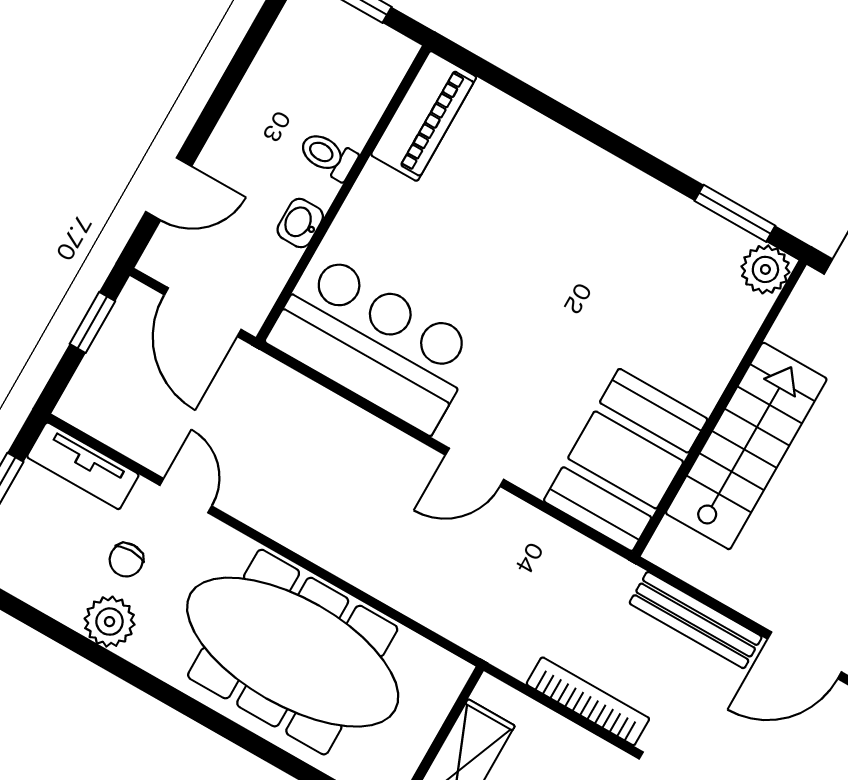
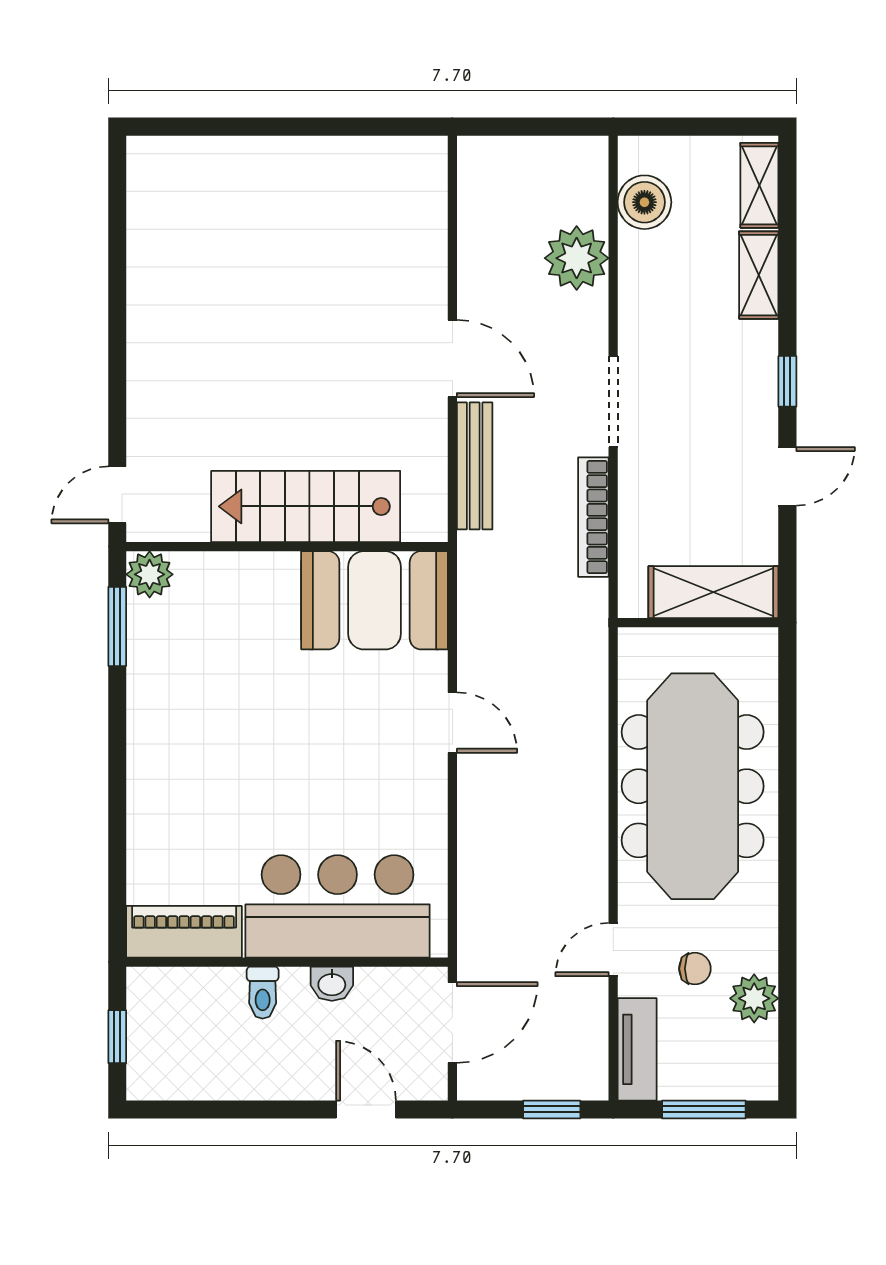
window: (92, 322) -> (552, 1109), moved
bar counter: (374, 343) -> (338, 906), moved, turned 90
plant: (110, 622) -> (754, 998), moved

